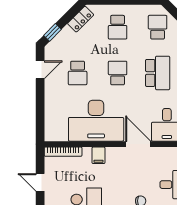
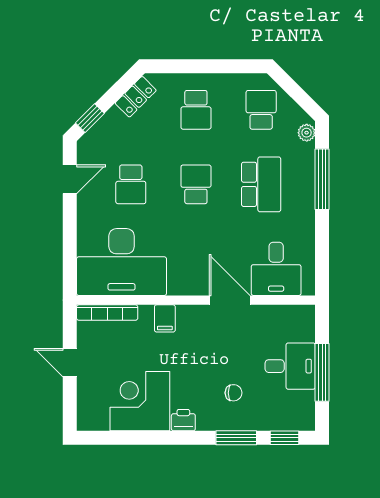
desk: (96, 121) -> (122, 262), moved

